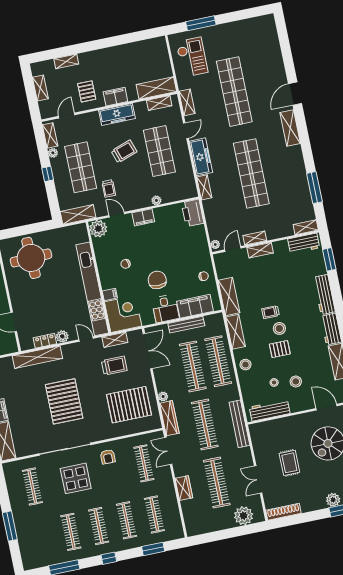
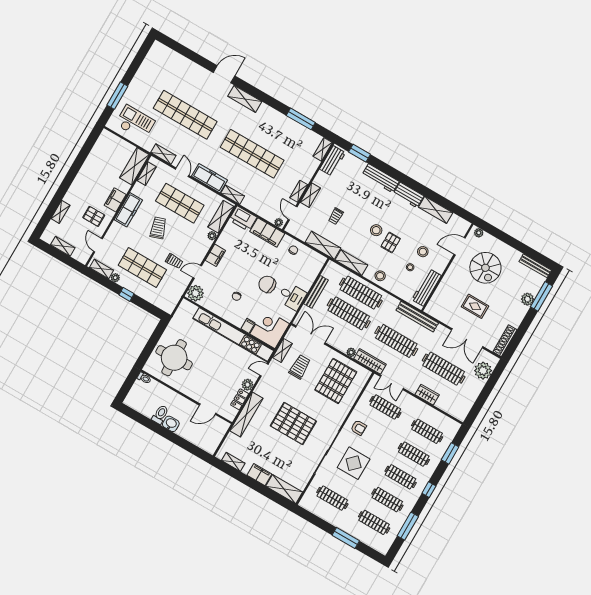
door: (295, 94) -> (224, 74), swing flipped
shelving: (78, 215) -> (221, 217), moved
filing cabinet: (195, 306) -> (267, 233), moved, turned -90
trolley: (271, 312) -> (336, 216), moved
double door: (258, 480) -> (467, 338), width x1.37
clothes rail: (43, 538) -> (374, 522), added

